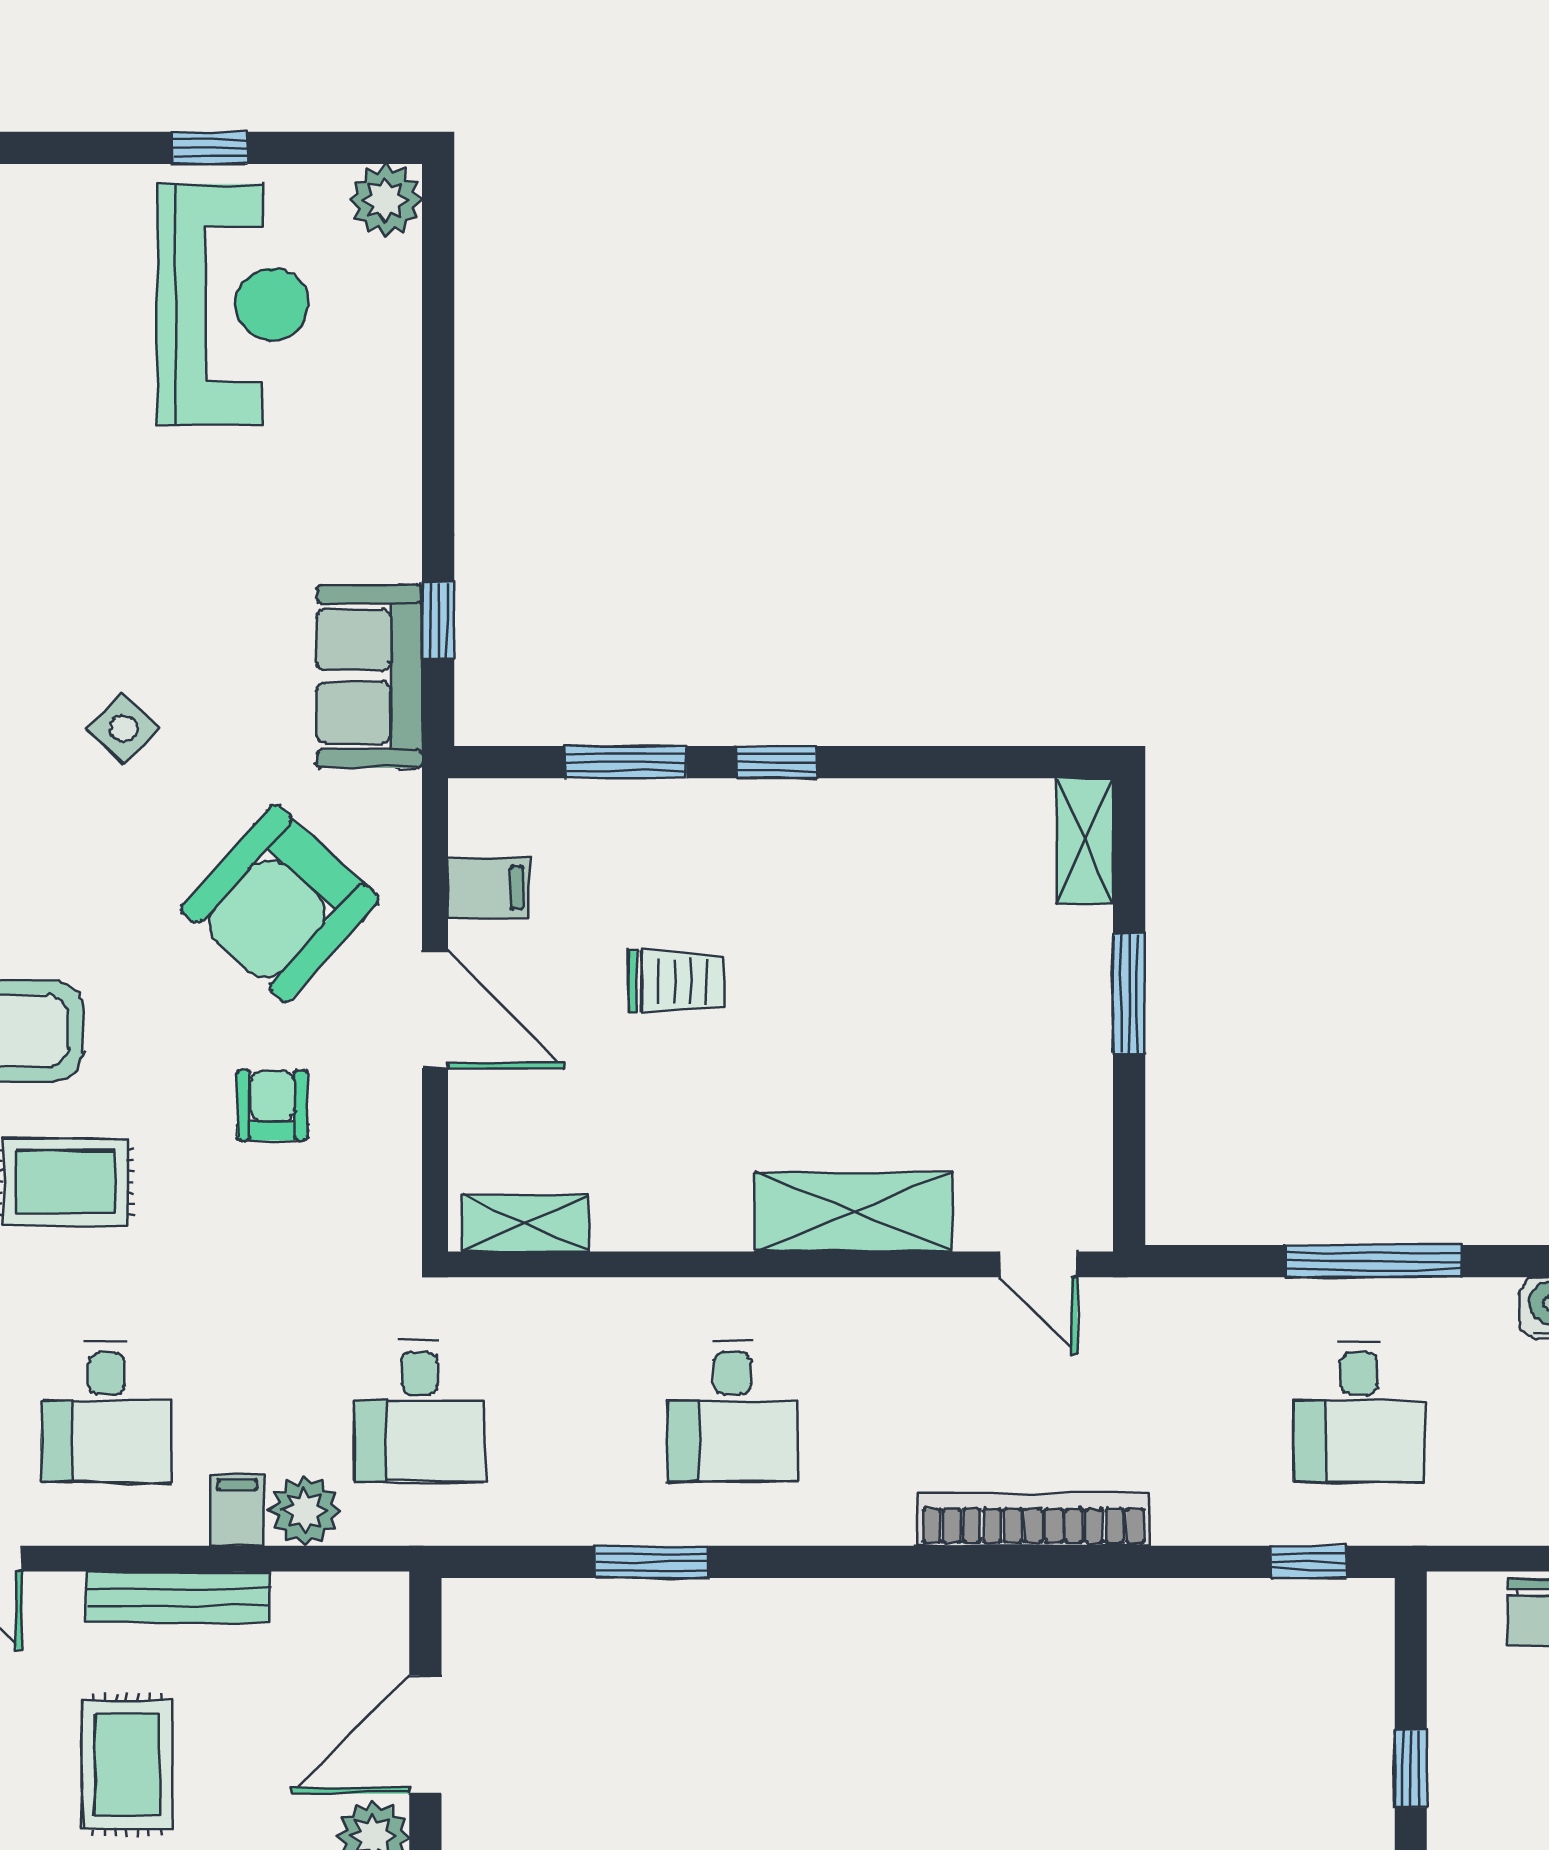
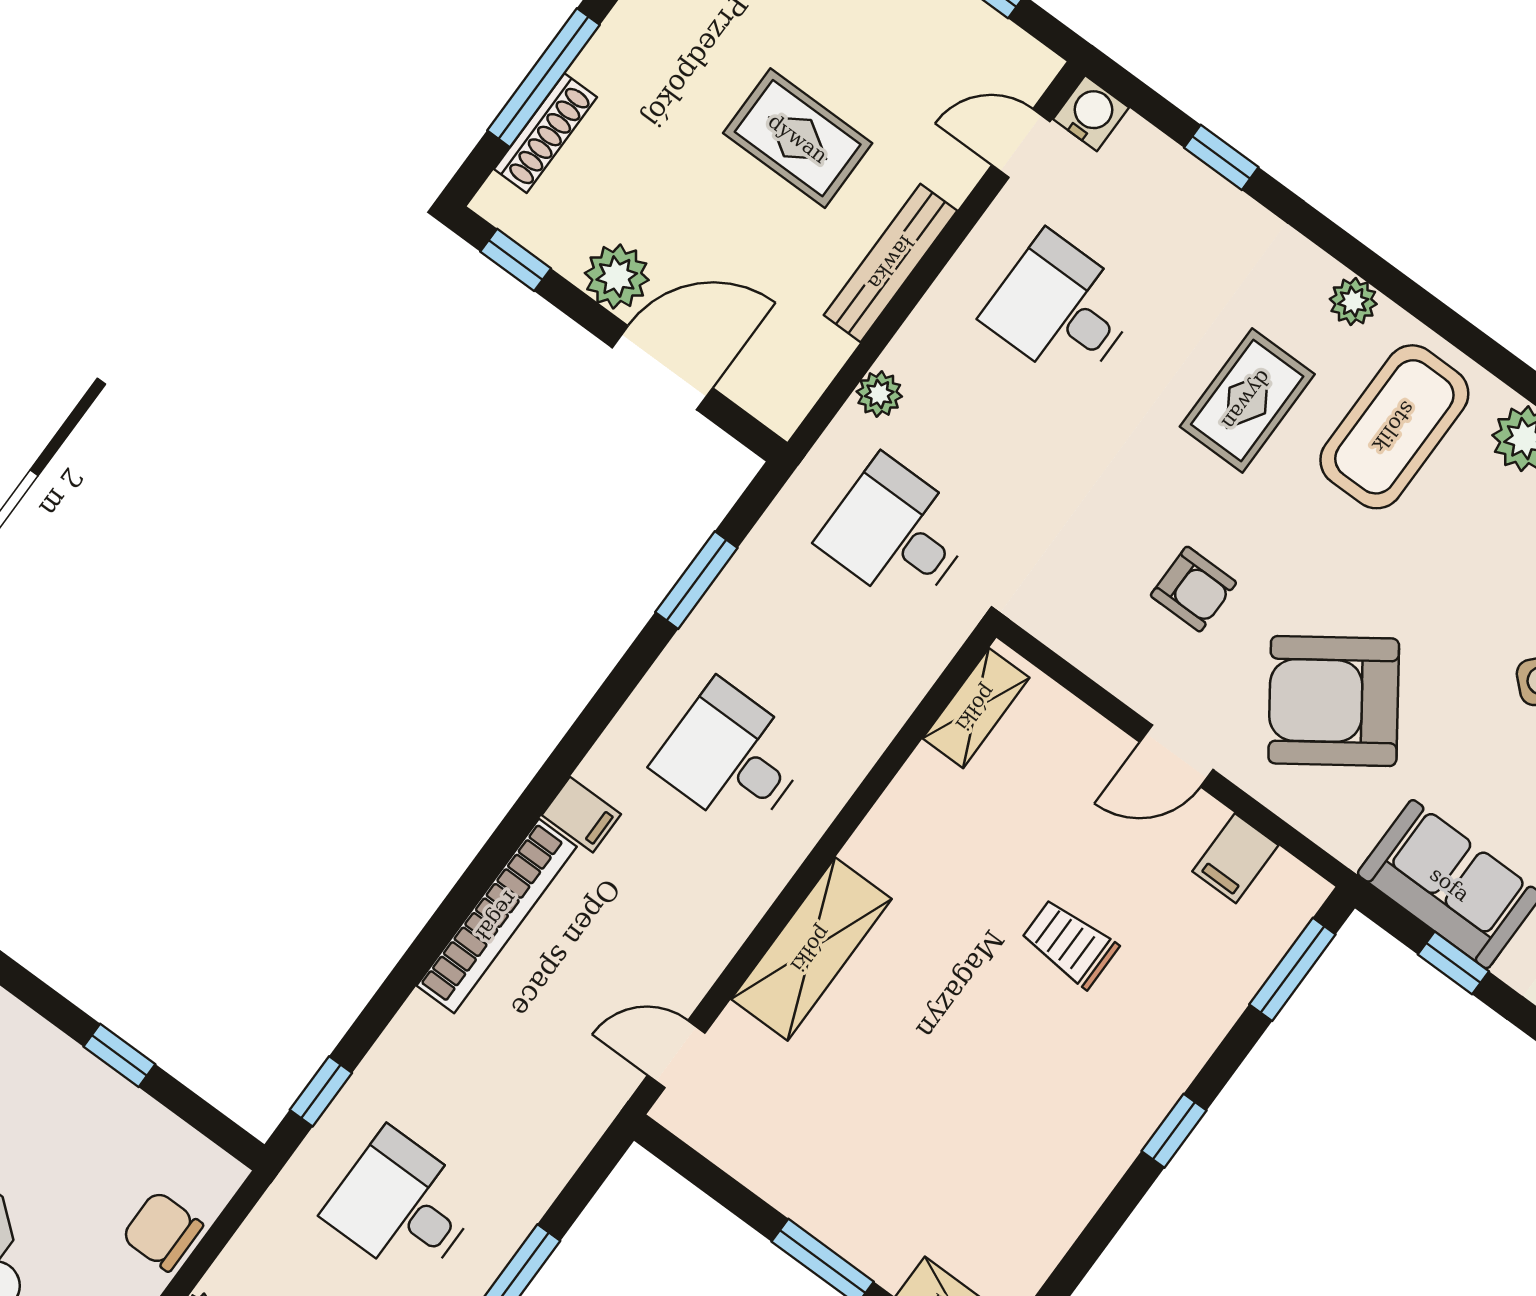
window: (626, 762) -> (1292, 969), moved
armchair: (280, 903) -> (1334, 701), turned -77
trolley: (676, 981) -> (1070, 943), turned 90
door: (435, 1010) -> (1176, 756), width x0.73
filing cabinet: (237, 1510) -> (581, 815), moved
plant: (305, 1510) -> (879, 394), width x0.73, depth x0.73
window: (652, 1562) -> (696, 580), moved
door: (425, 1734) -> (662, 368), hinge flipped

